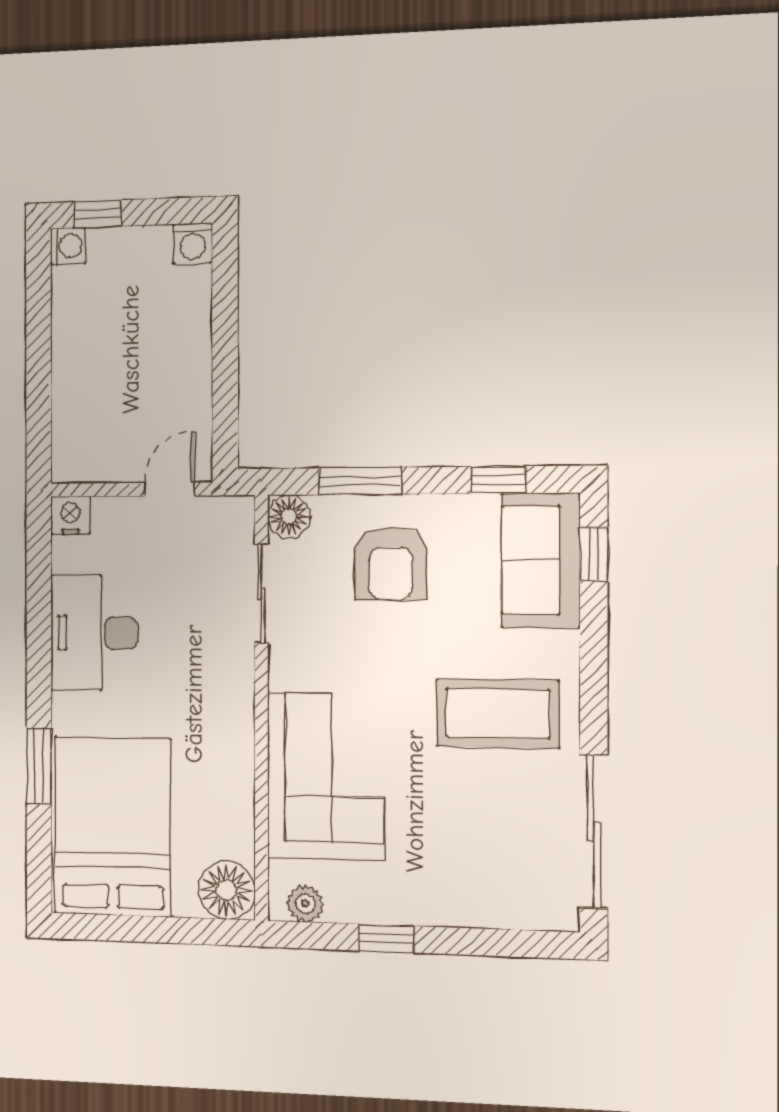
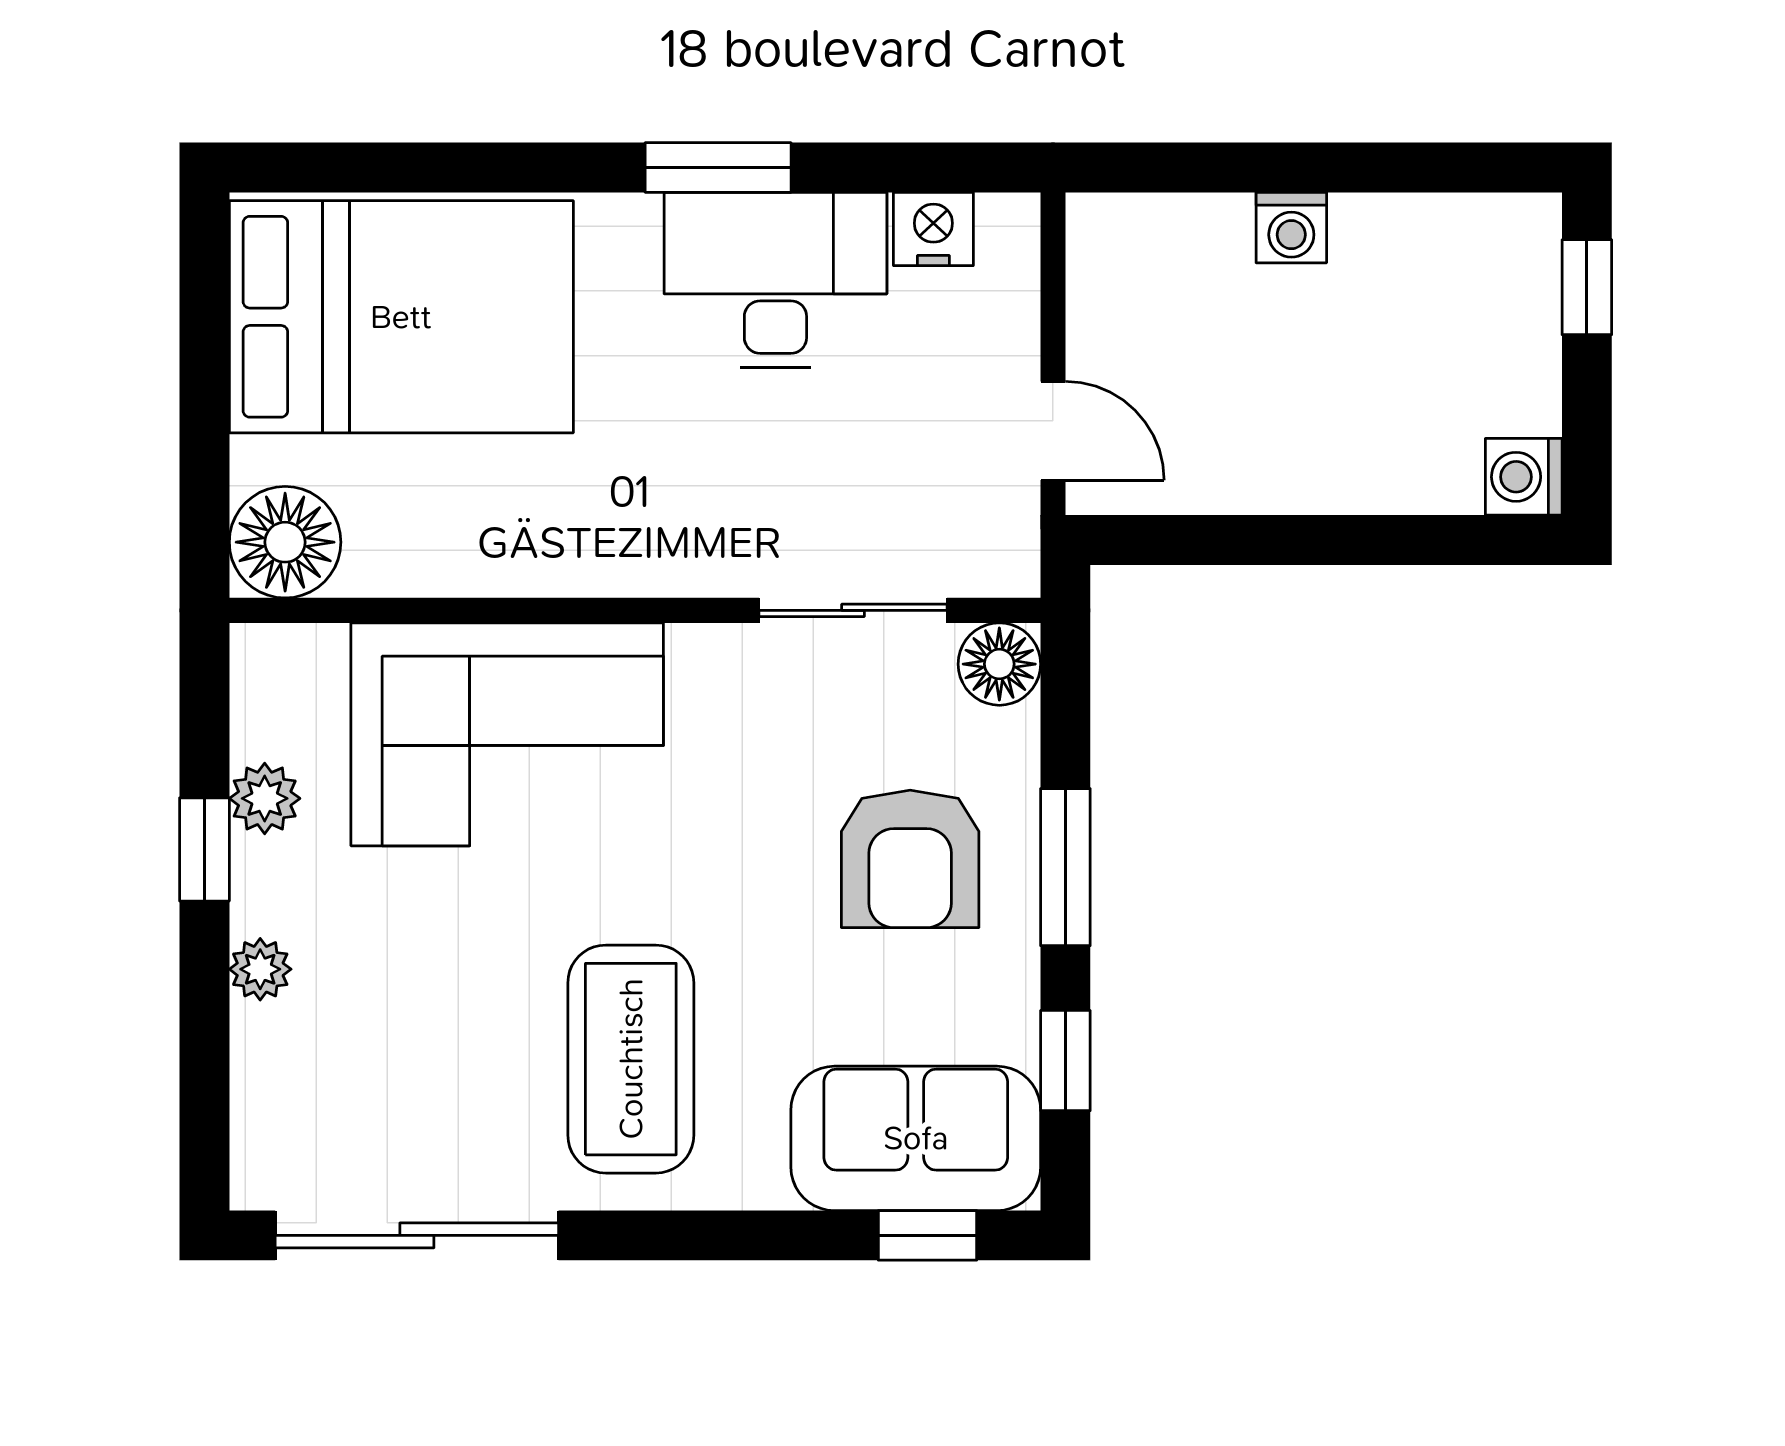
washing machine: (68, 246) -> (1291, 228), moved
window: (360, 481) -> (1065, 867), moved
nightstand: (71, 515) -> (933, 229), moved, turned -90
armchair: (391, 563) -> (910, 859), turned -90
window: (39, 766) -> (718, 167), moved
plant: (305, 904) -> (265, 798), moved
plant: (450, 911) -> (260, 969), added

